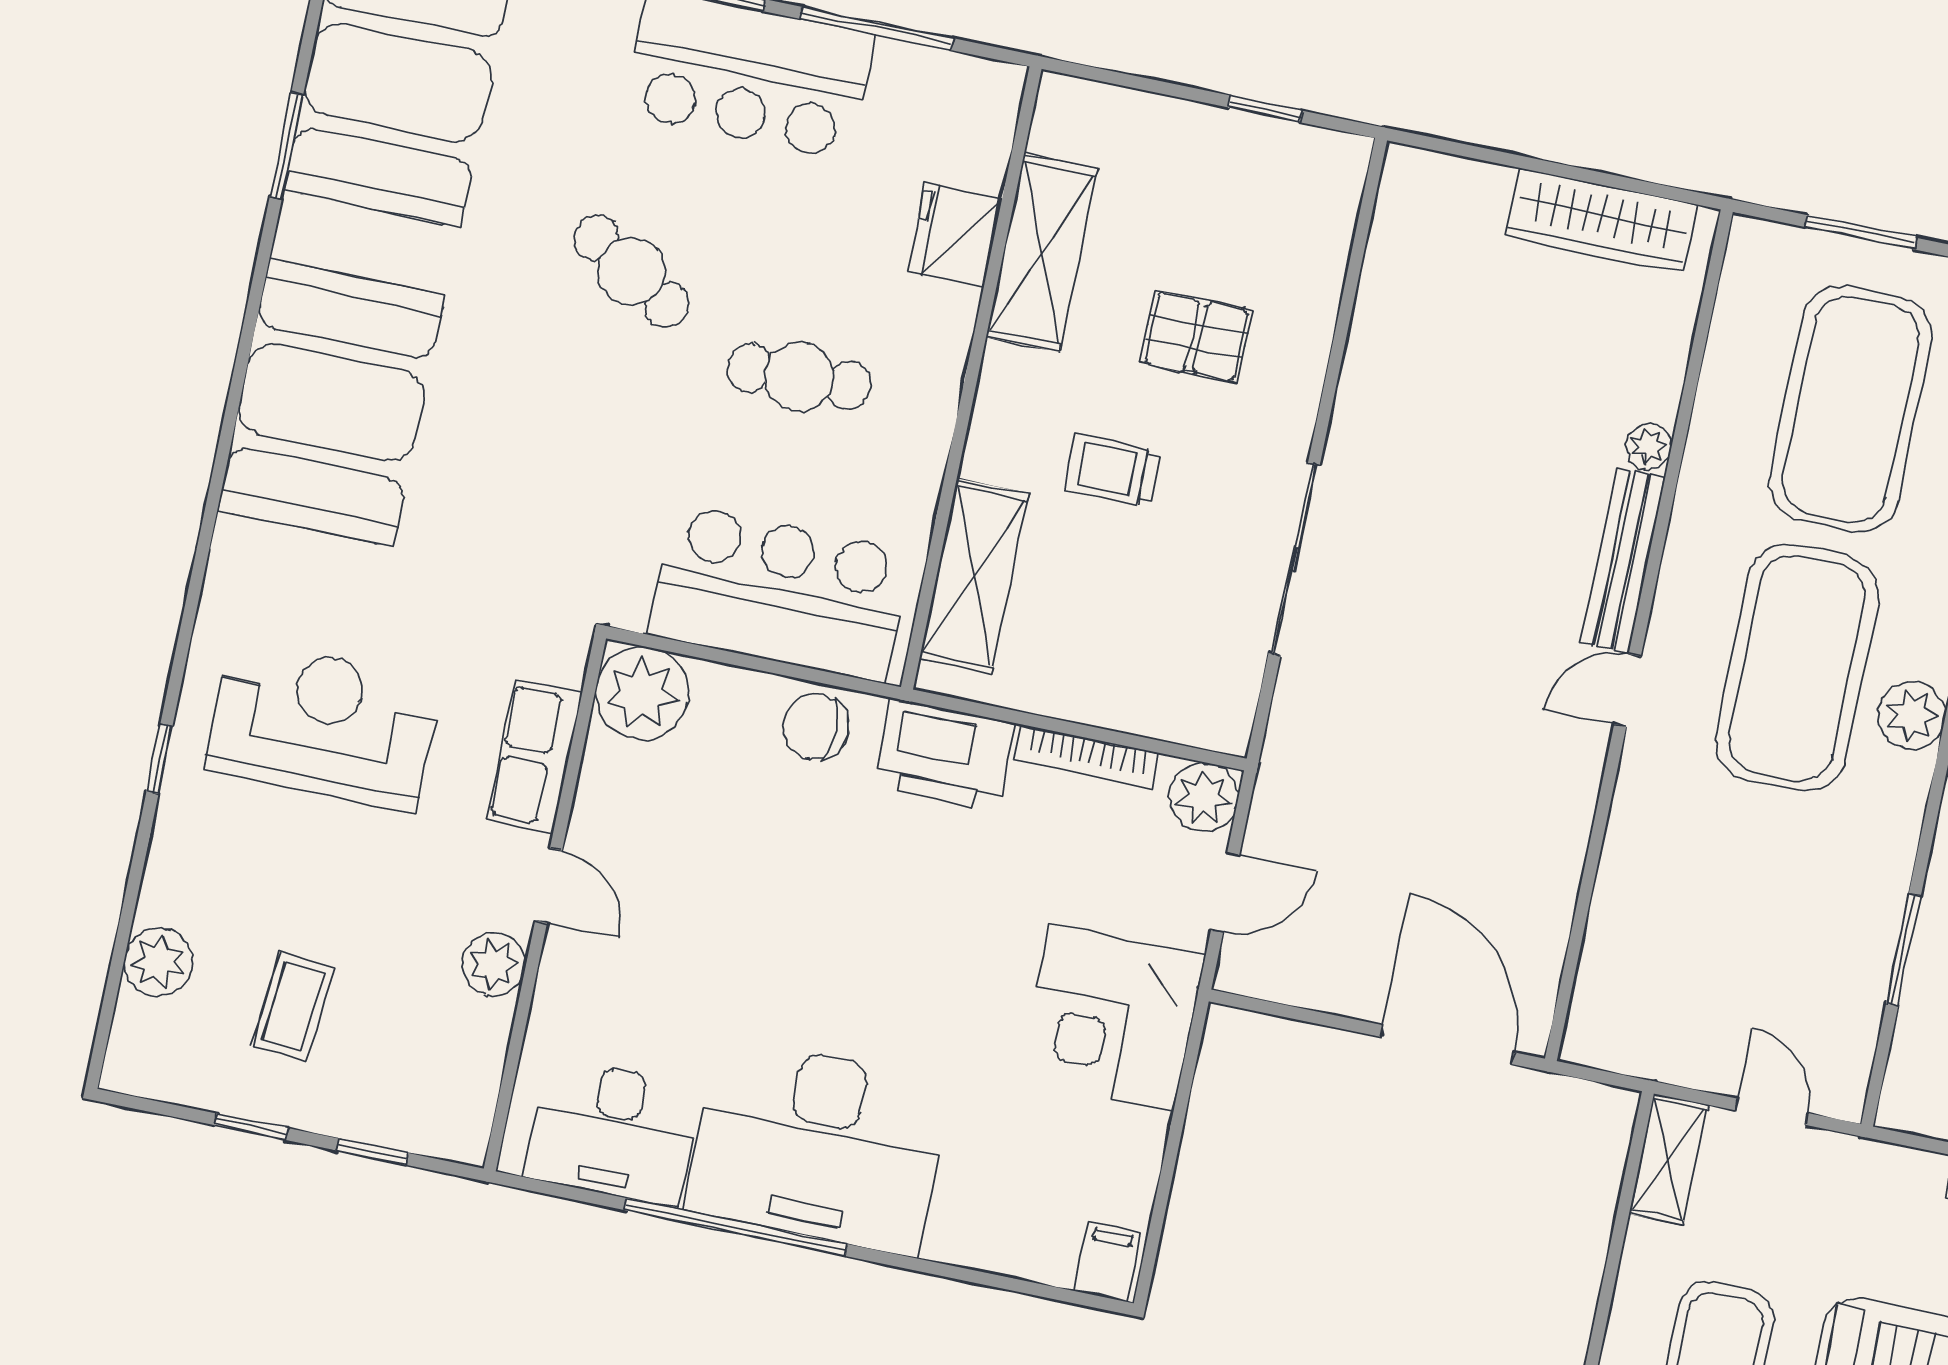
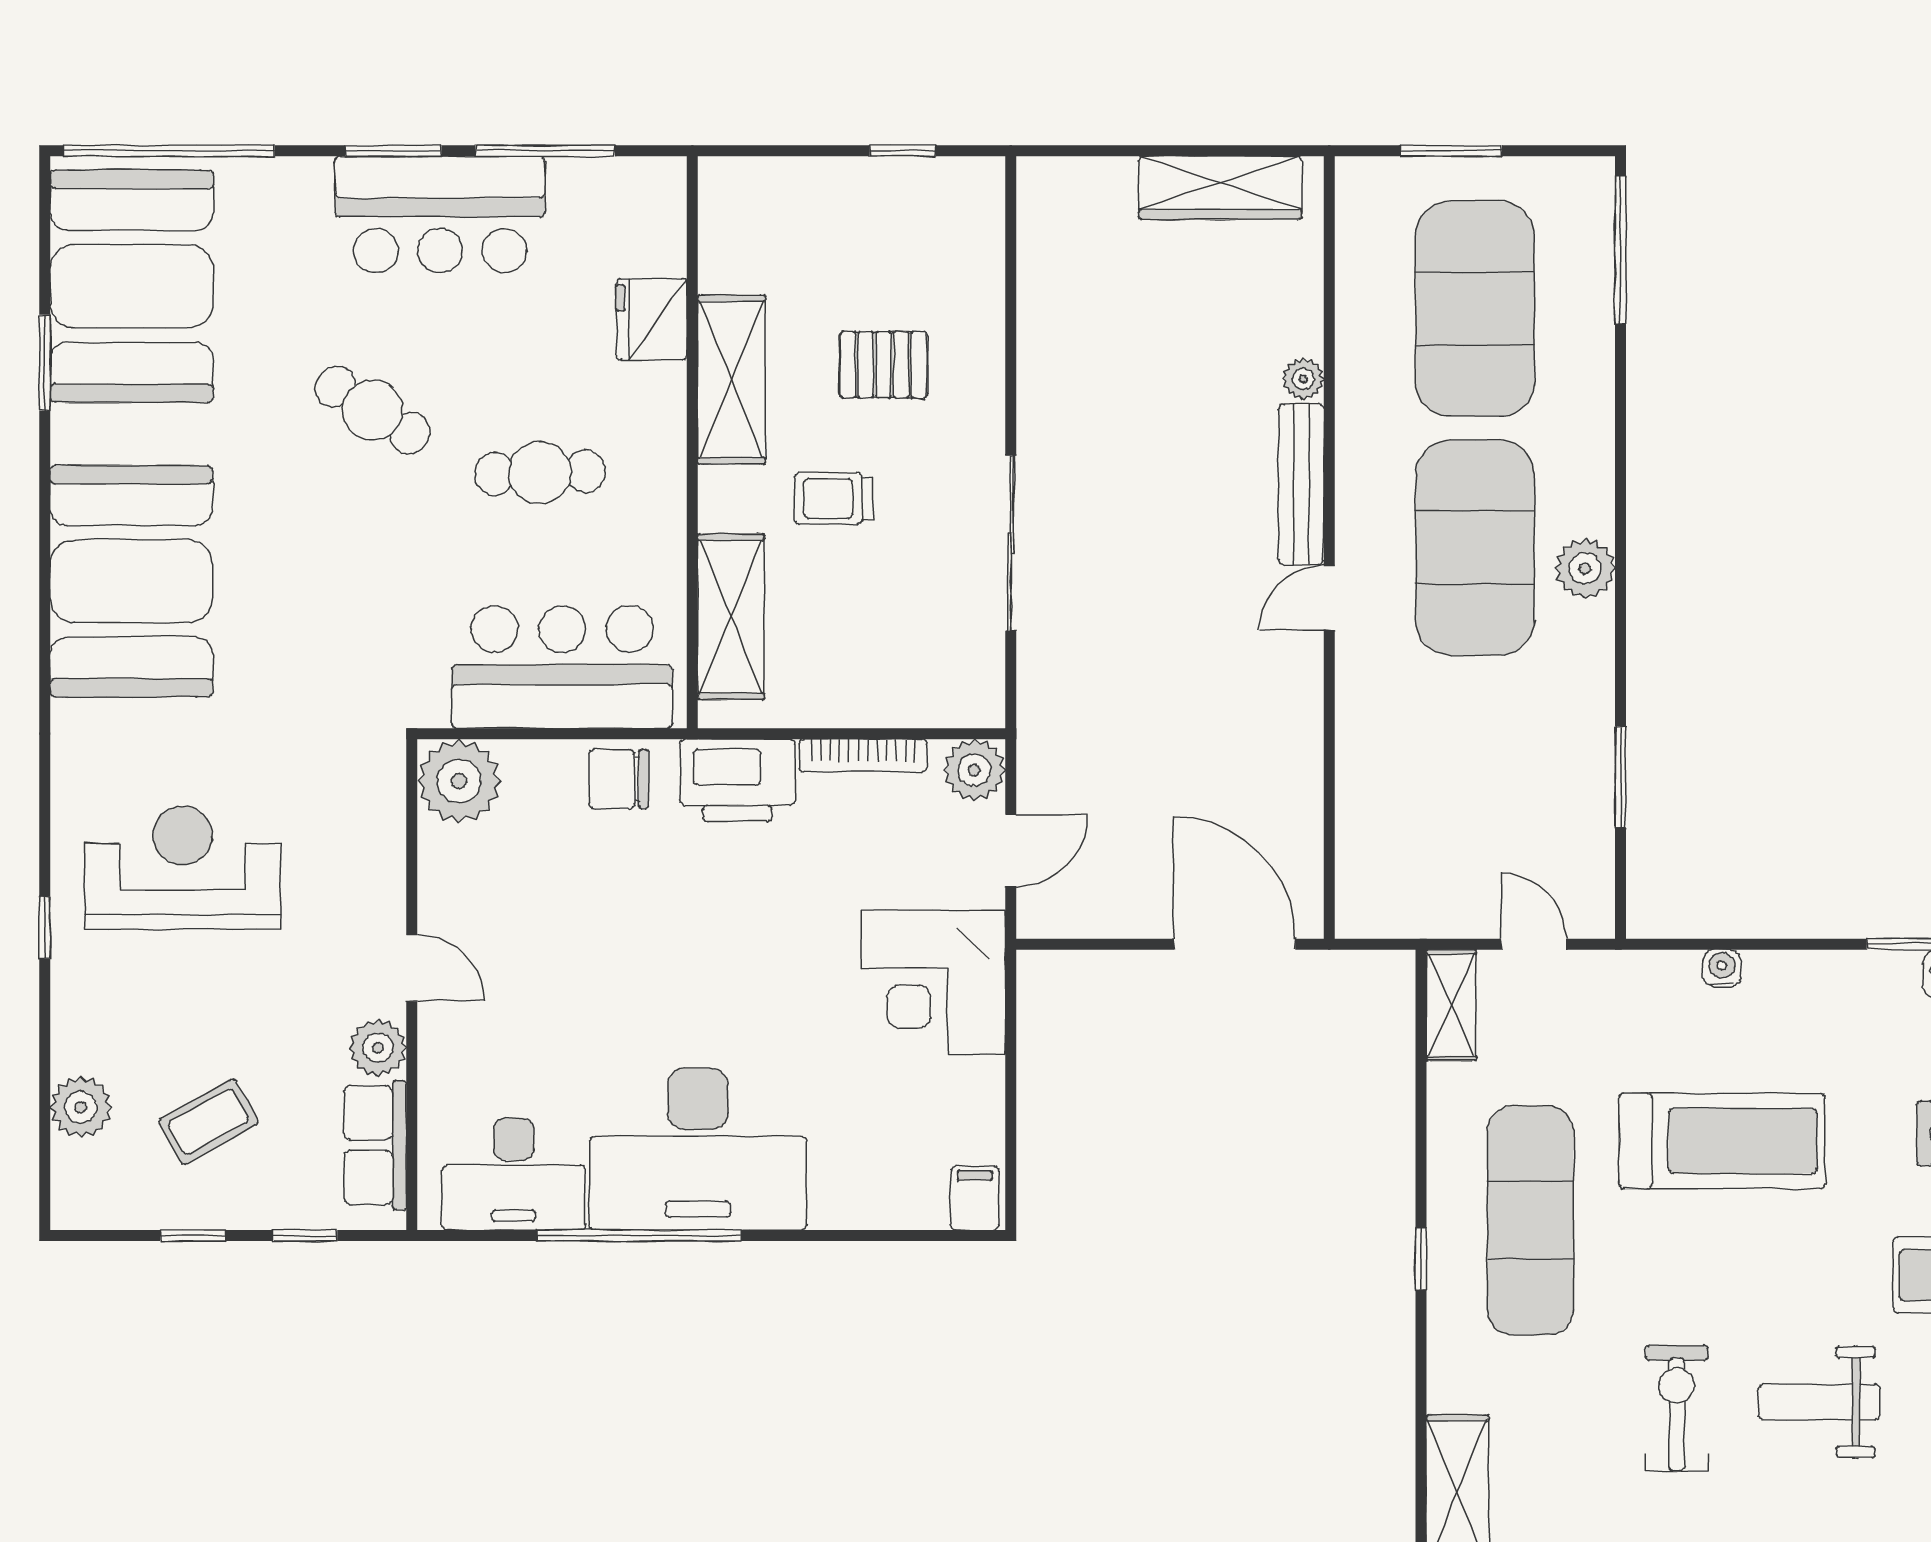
shelving: (1042, 253) -> (732, 380), moved
row of seats: (534, 756) -> (375, 1145), moved
coffee table: (294, 1006) -> (208, 1122), turned 56

